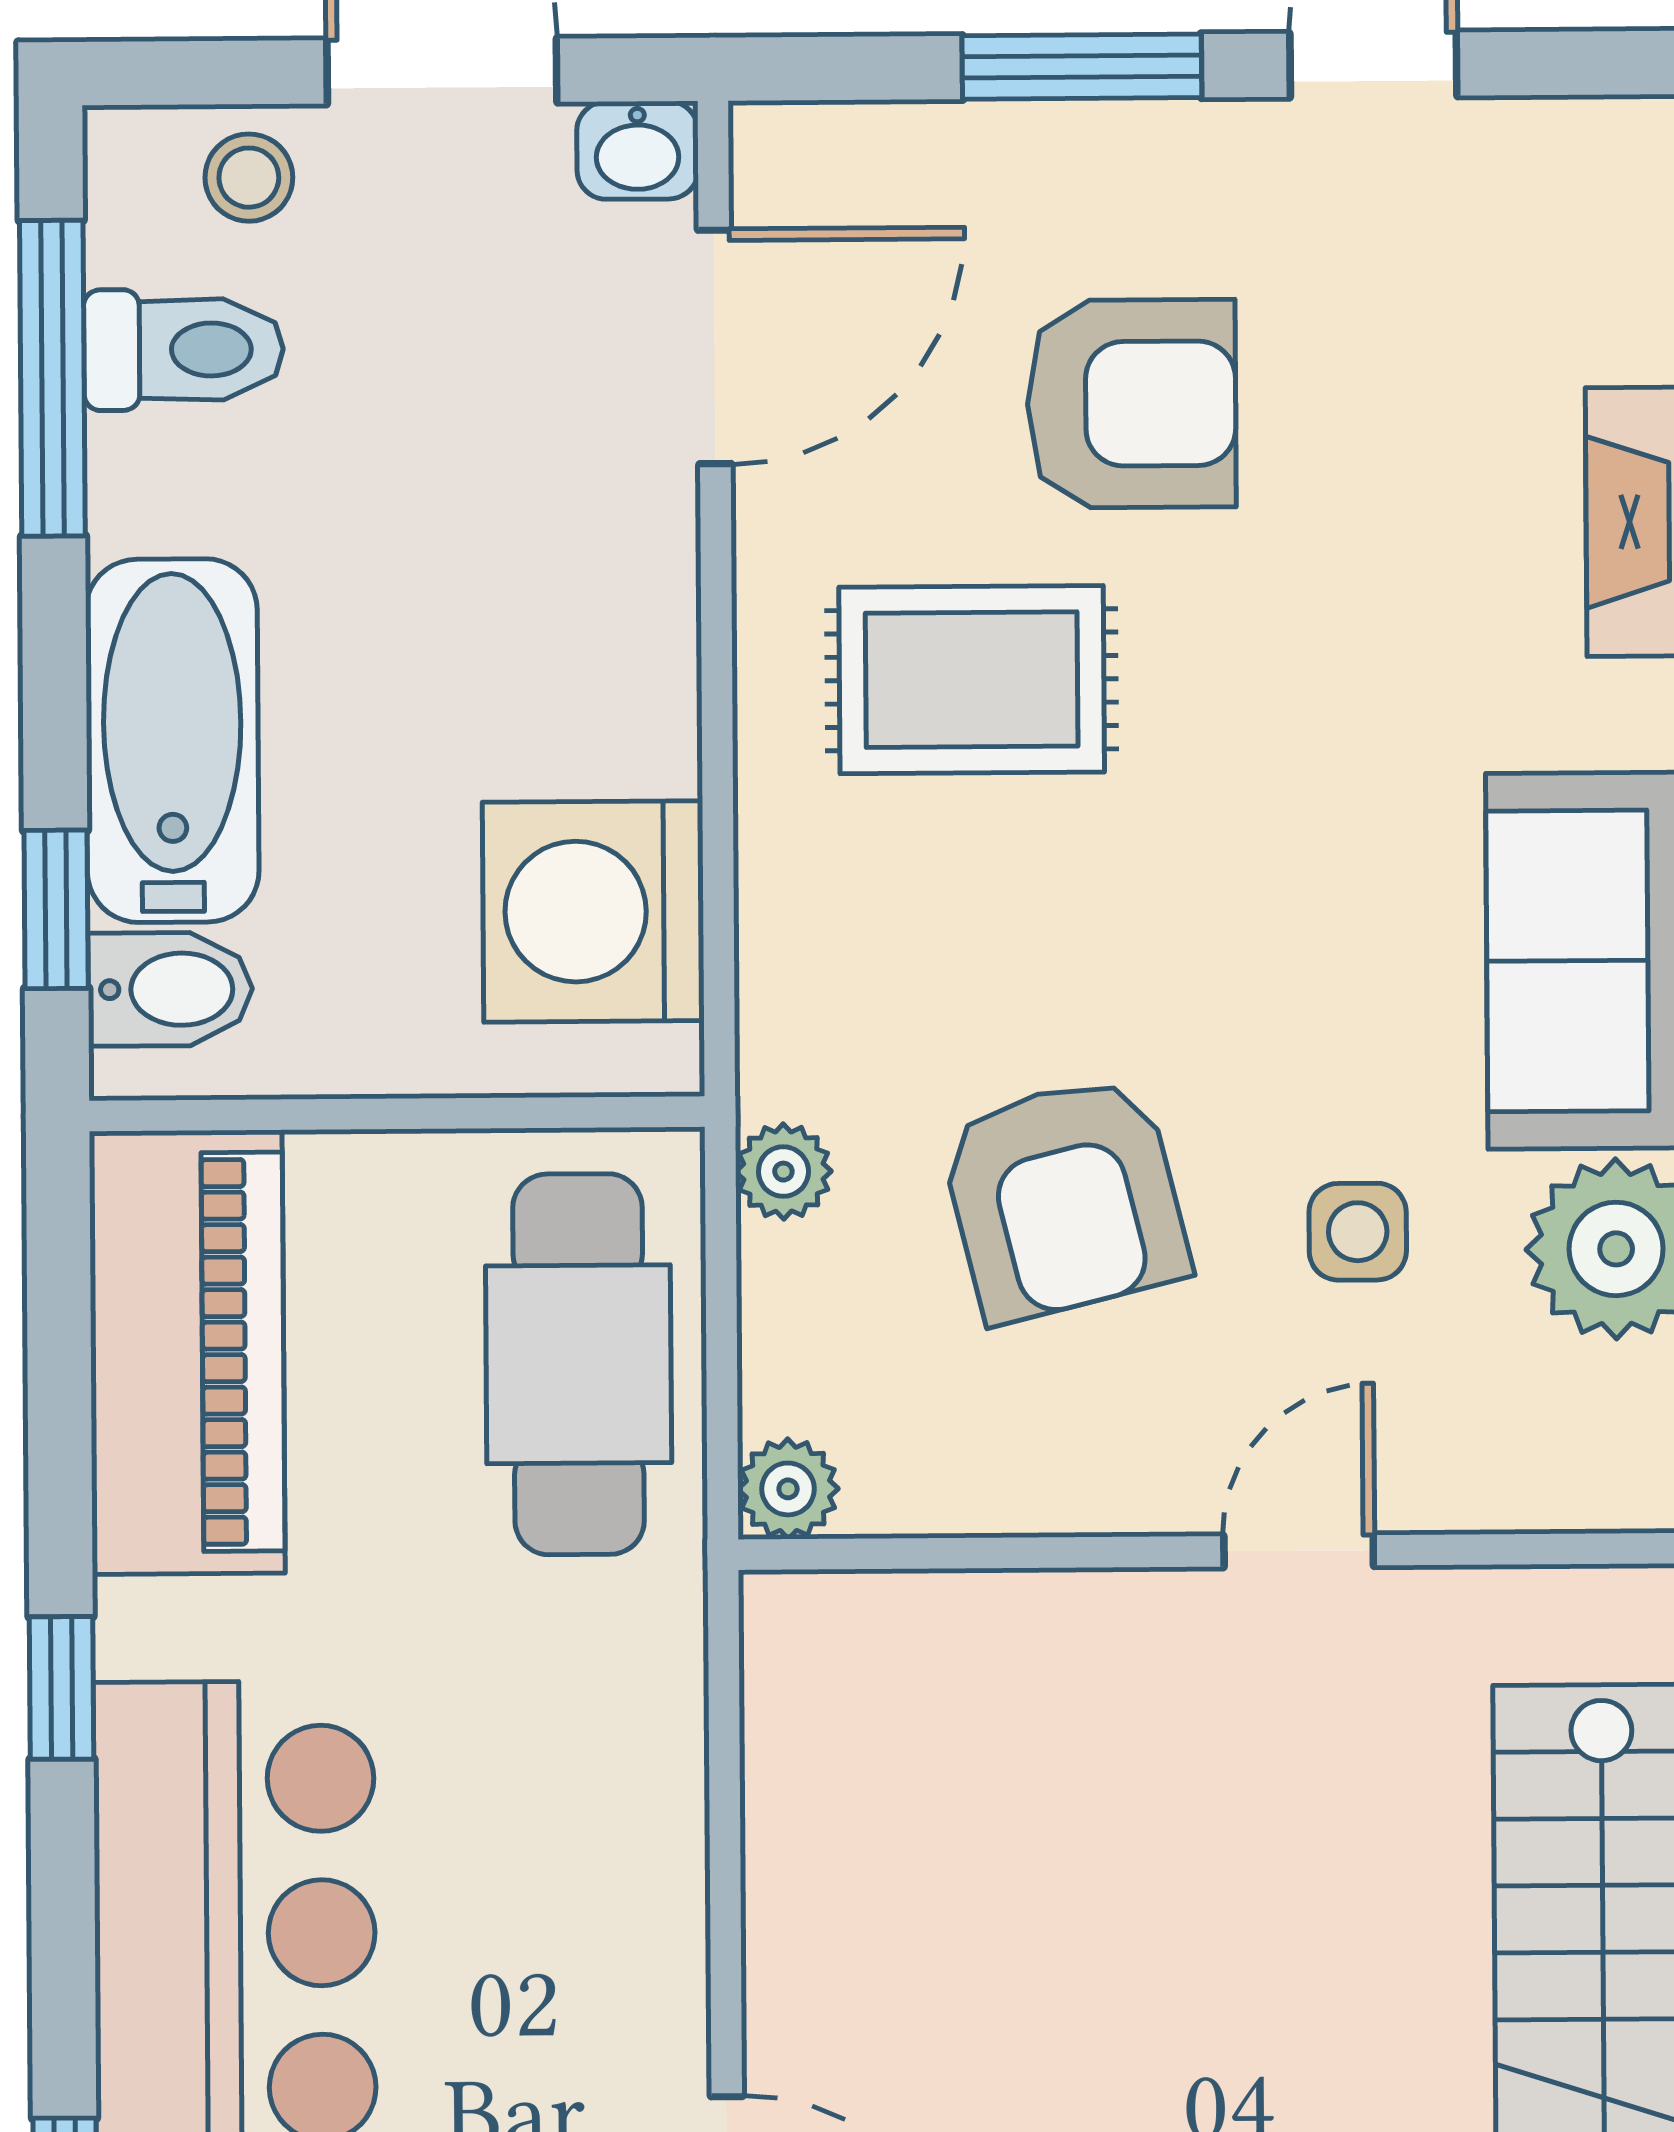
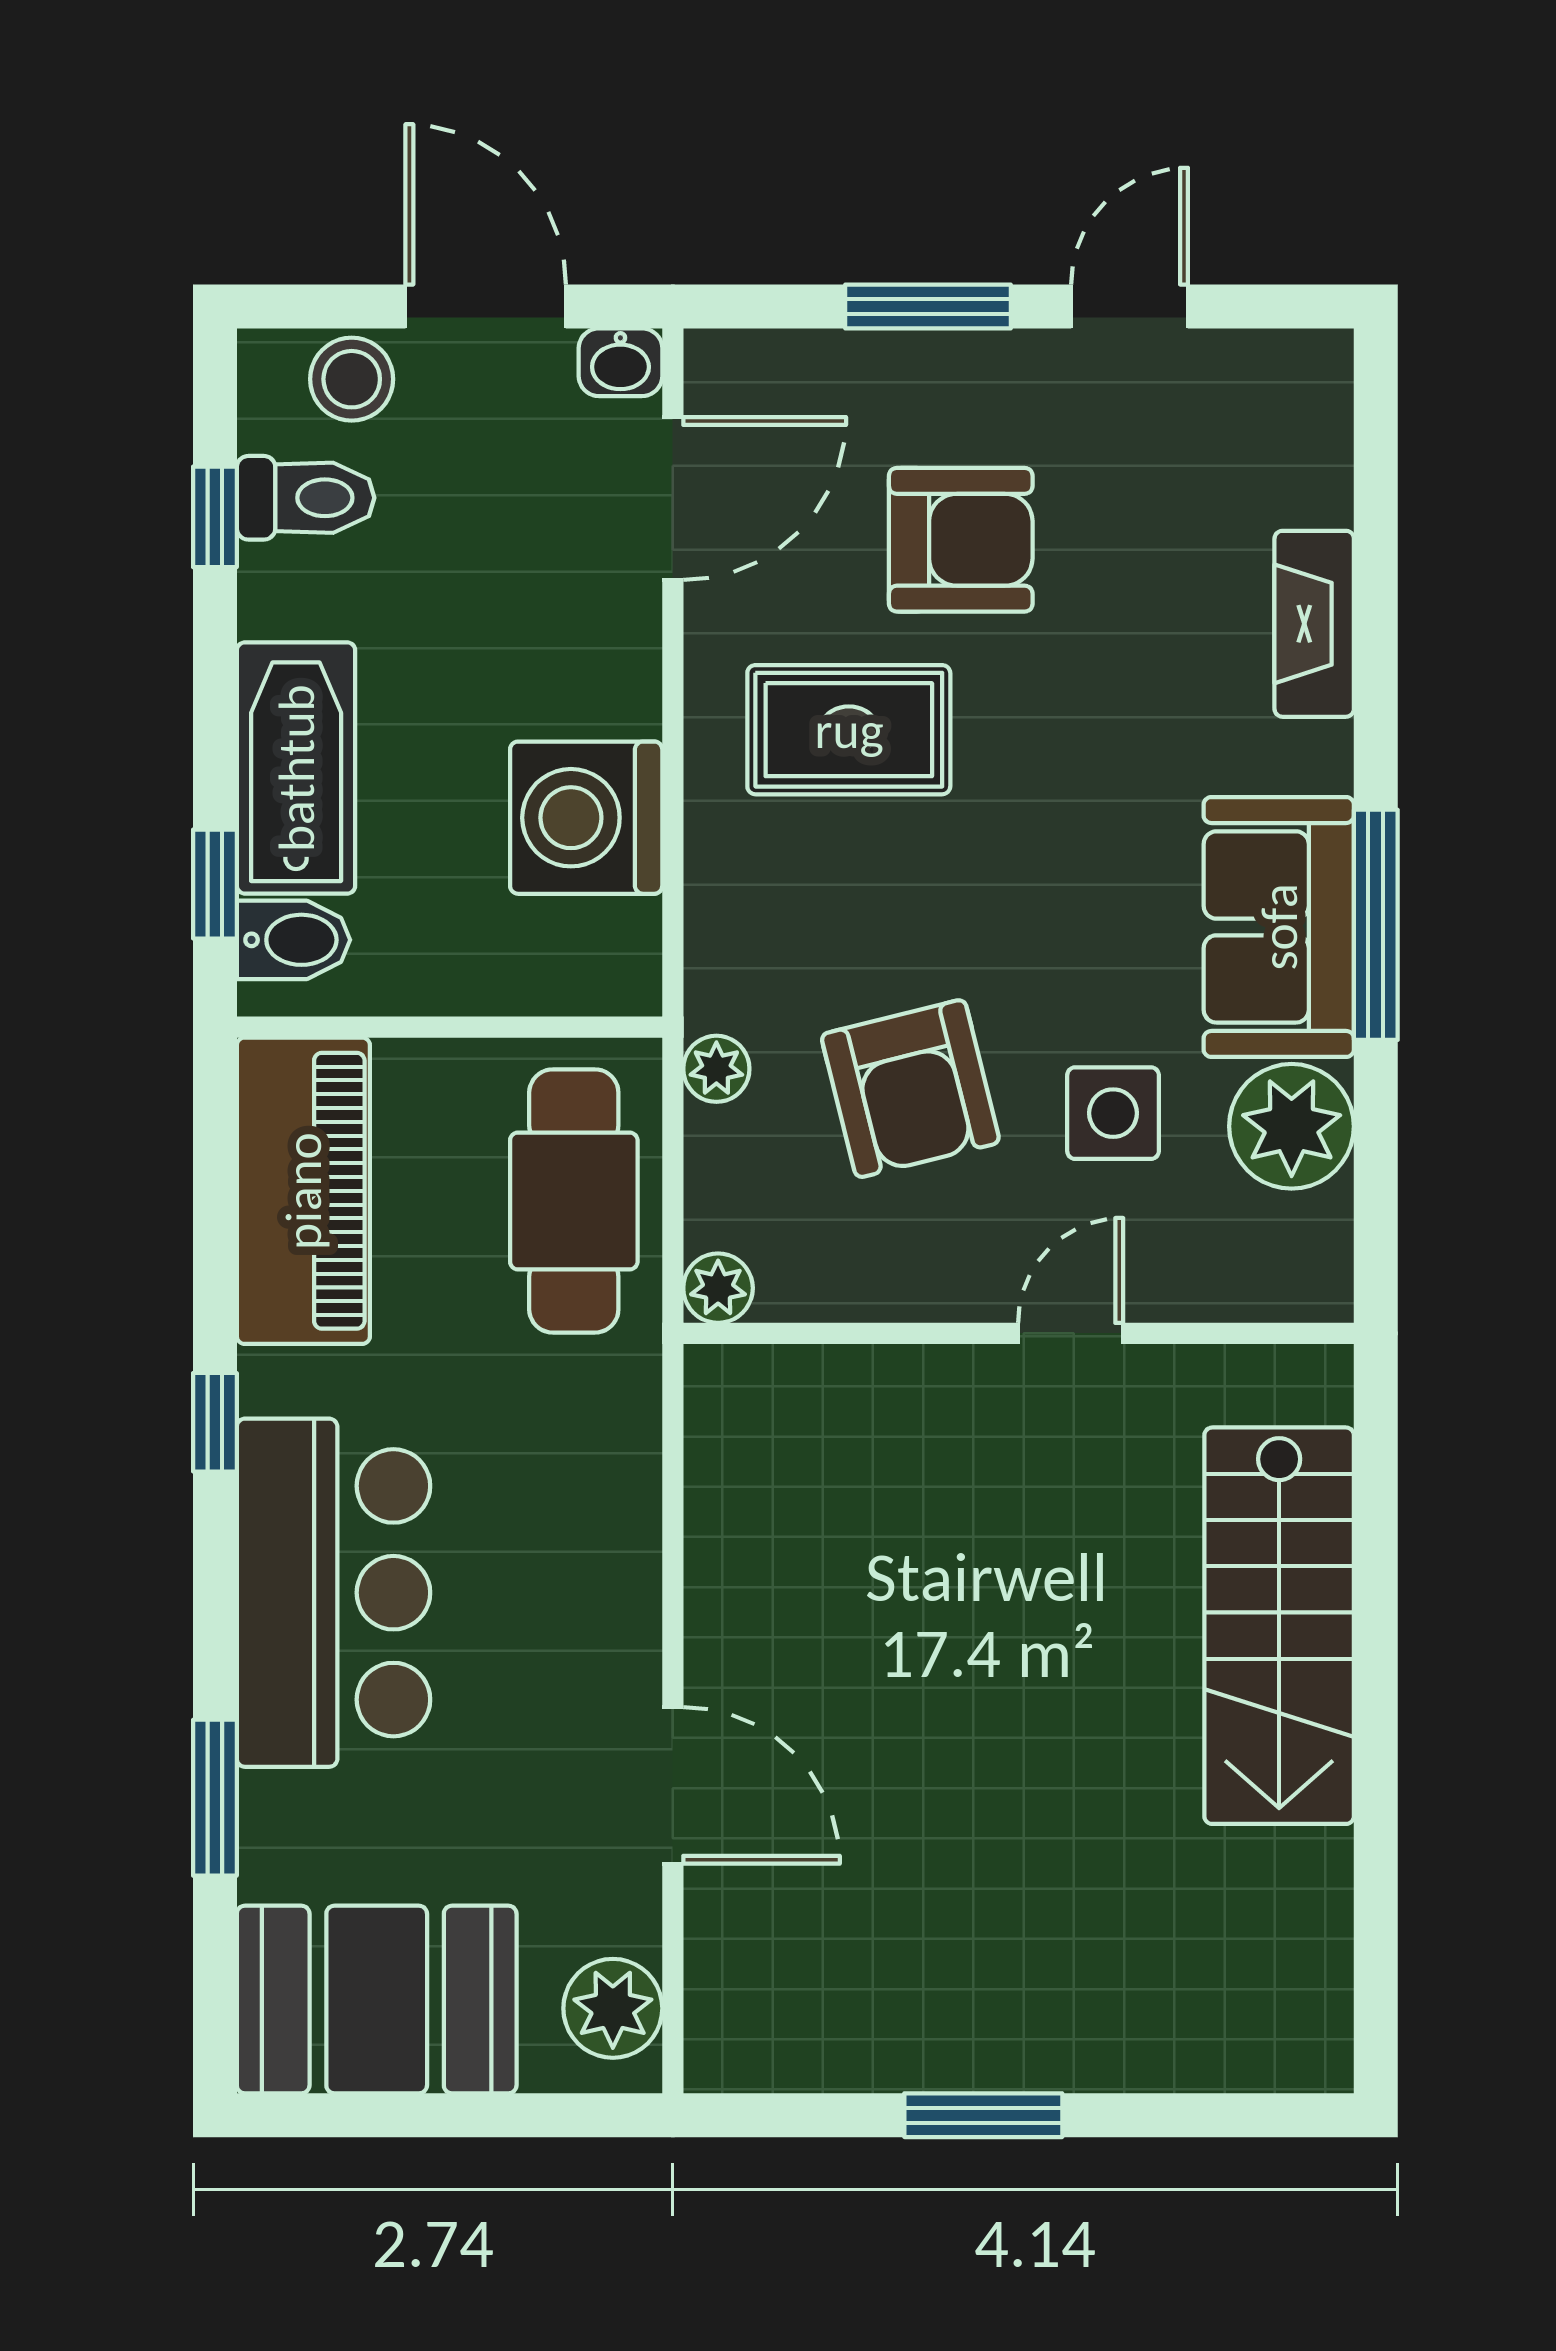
stool: (249, 178) -> (352, 379), width x1.37, depth x1.37
window: (52, 378) -> (215, 517), width x0.46
washing machine: (593, 911) -> (586, 818), moved
side table: (1358, 1232) -> (1113, 1113), width x1.37, depth x1.37

